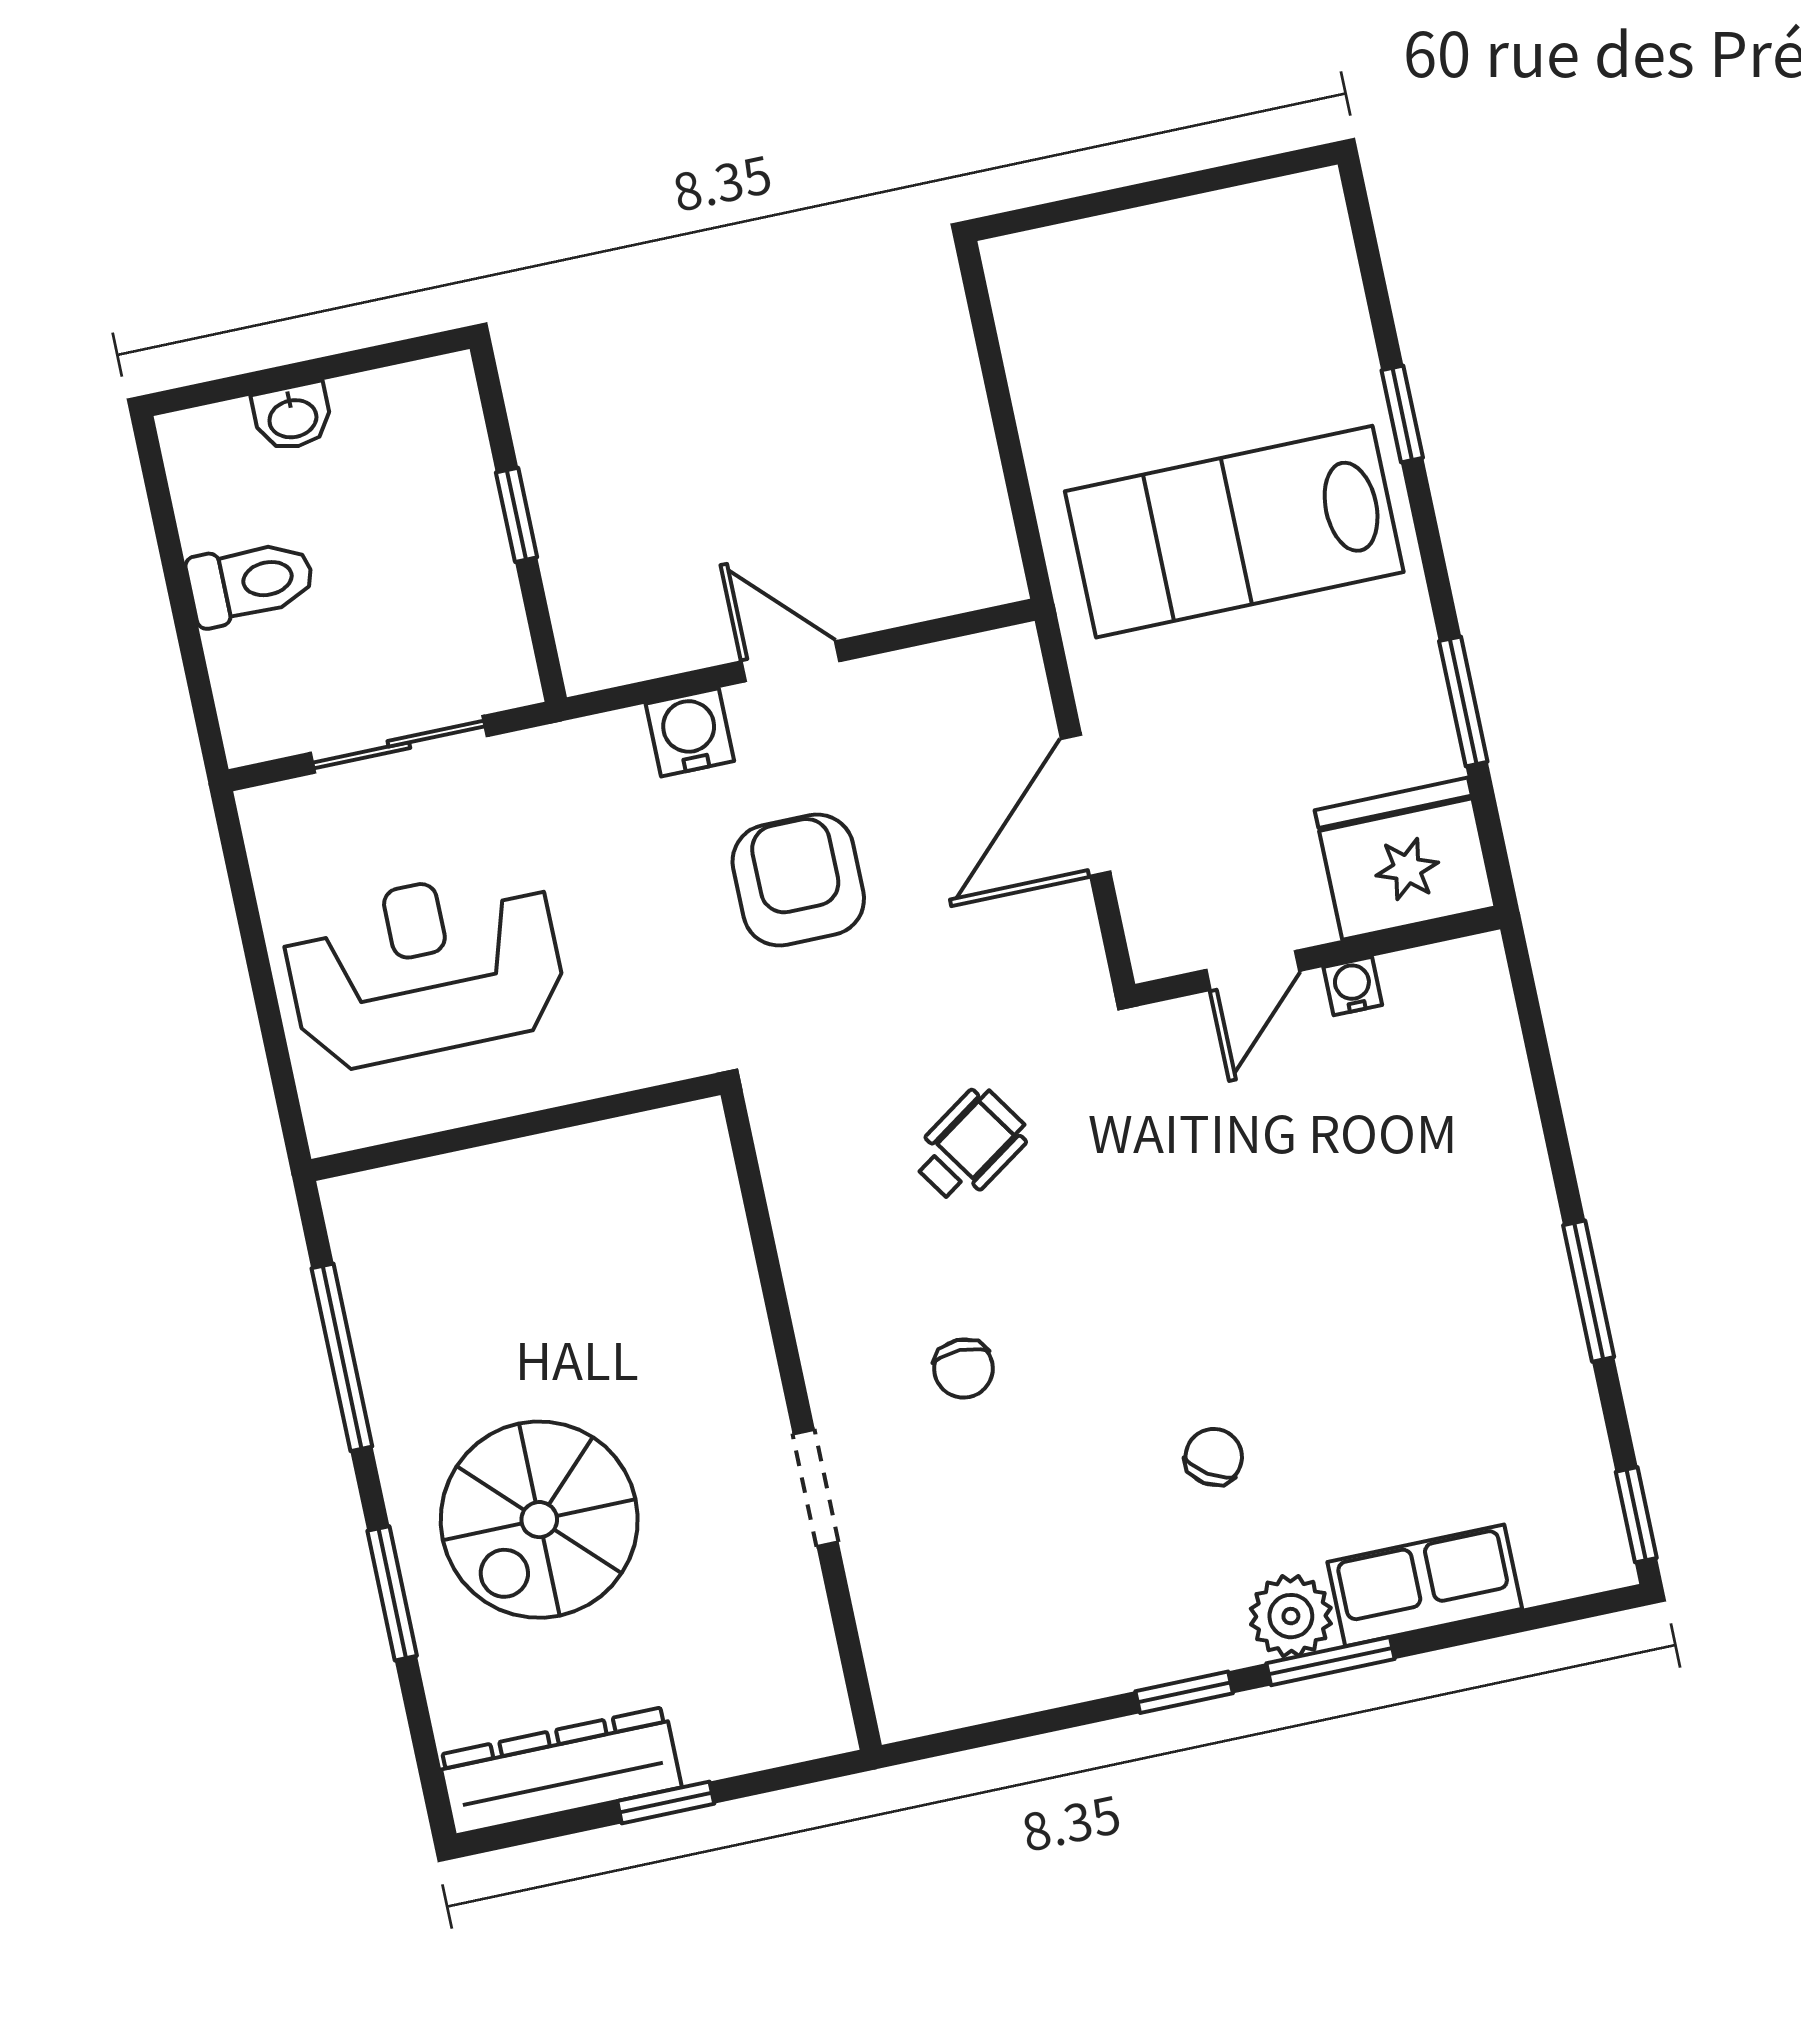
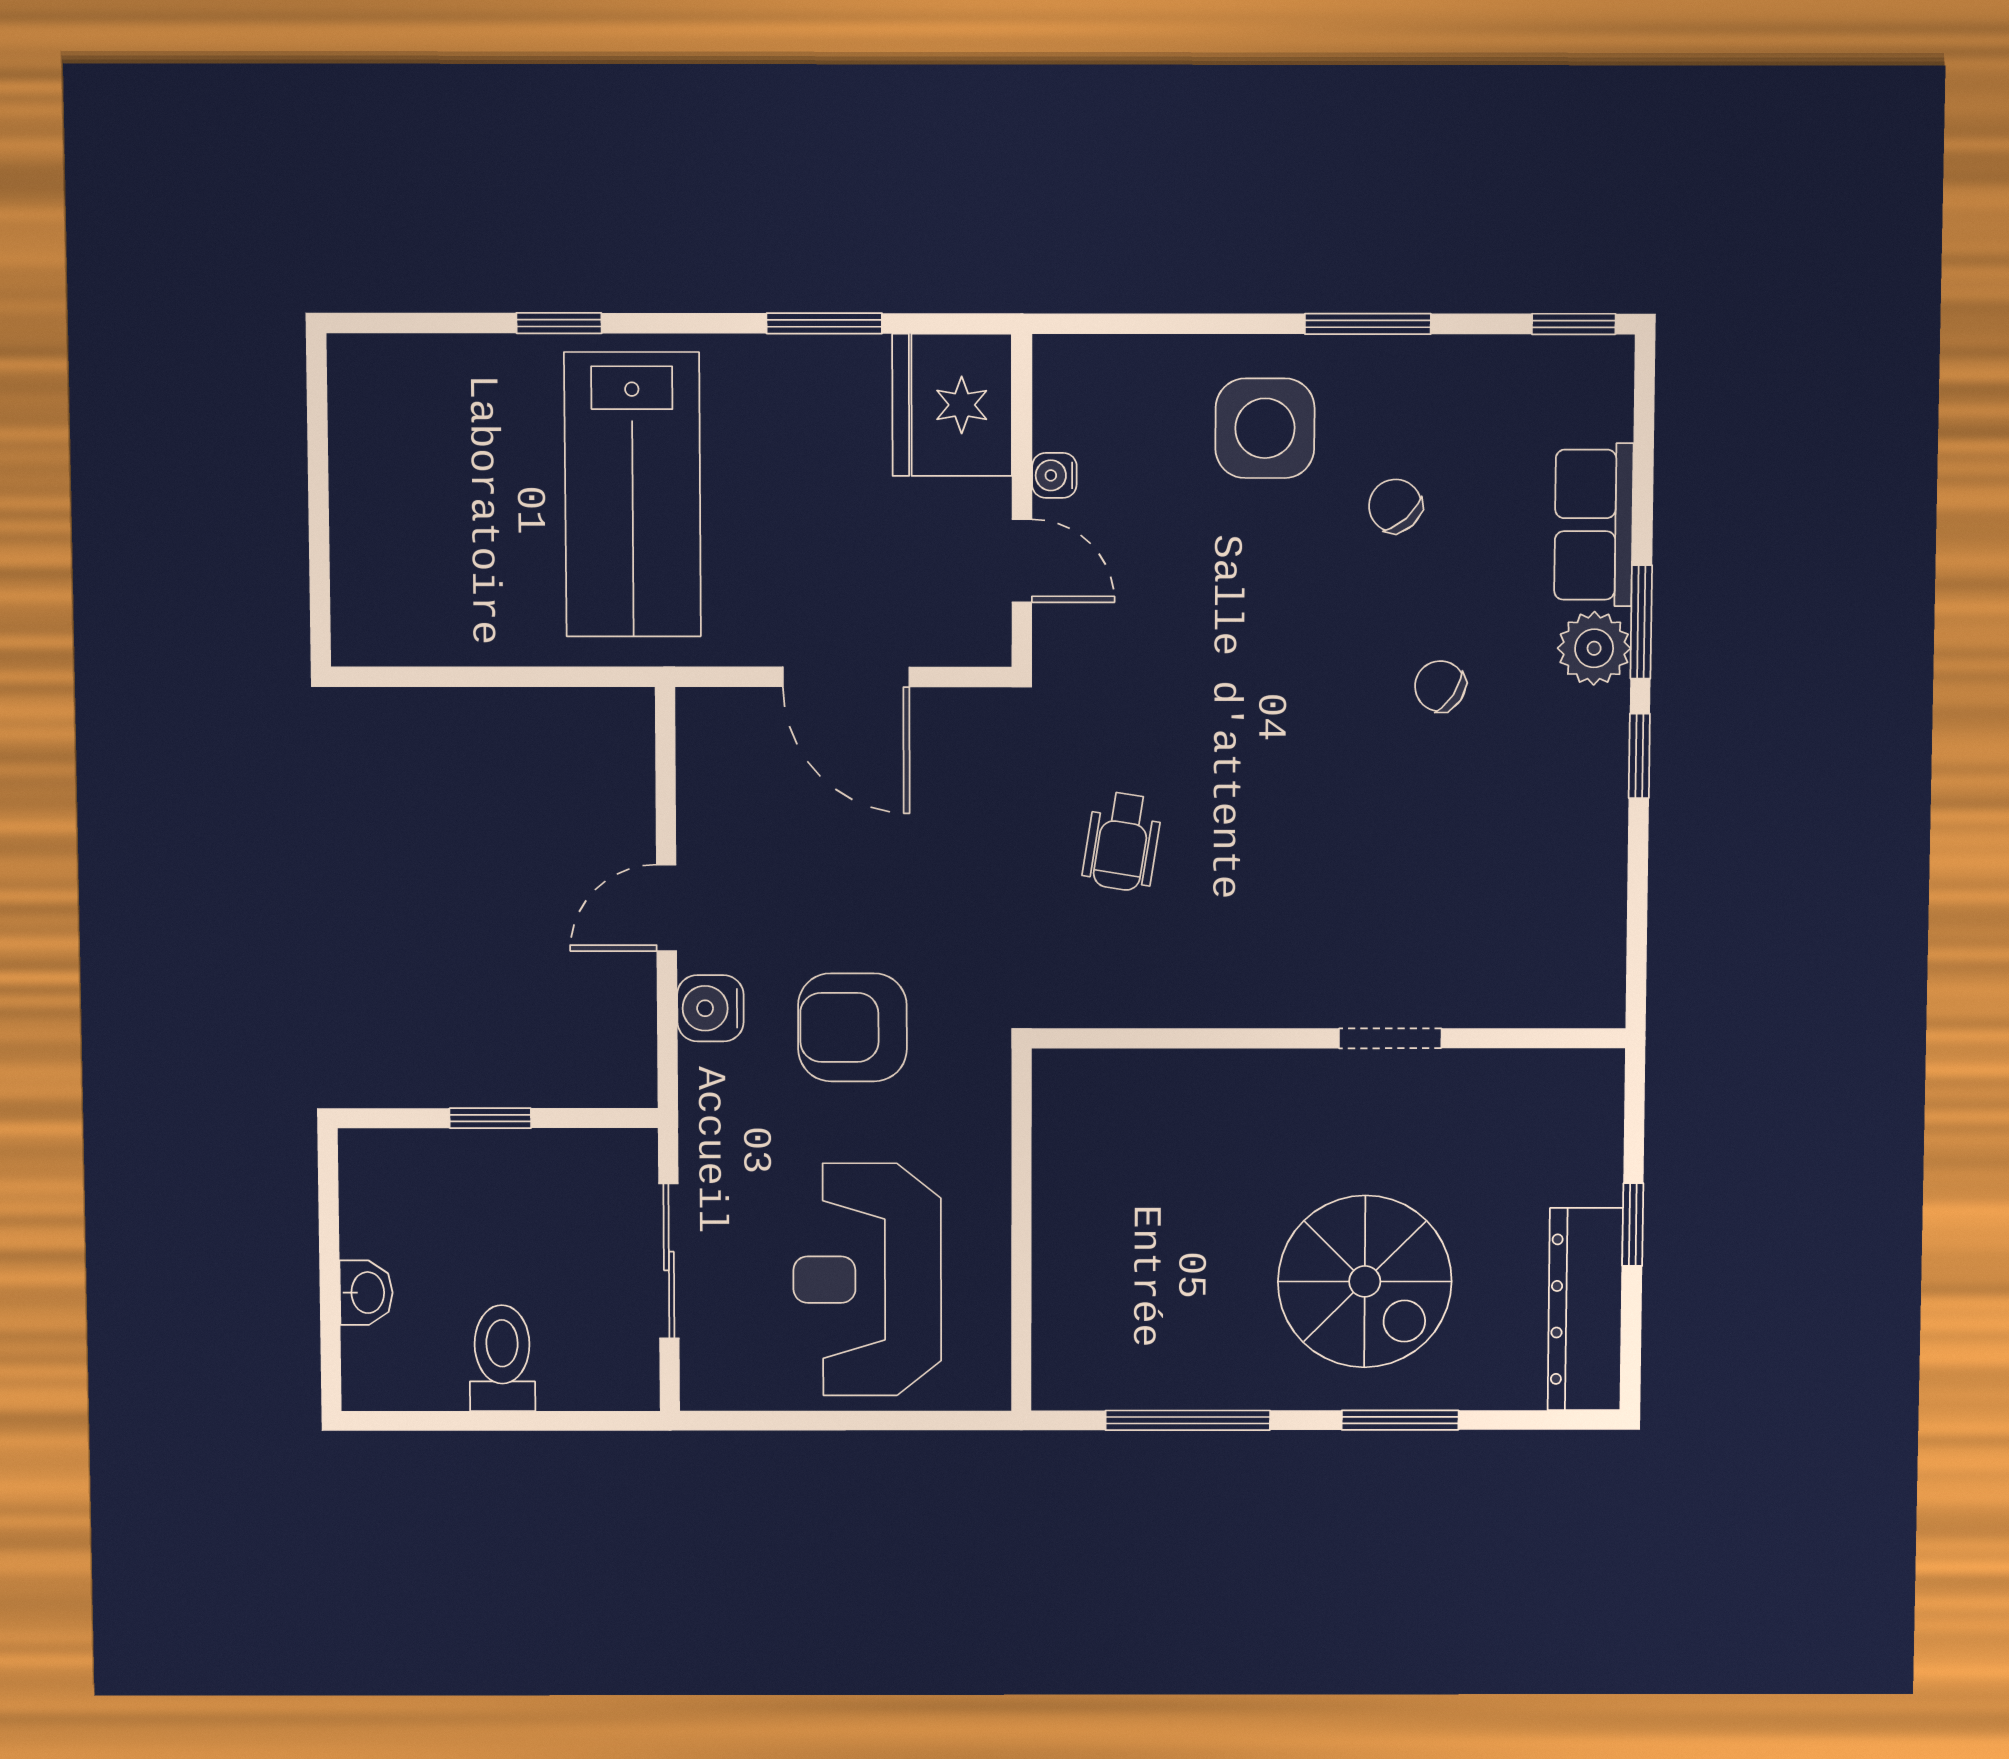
armchair: (798, 880) -> (852, 1027), moved
wheelchair: (970, 1146) -> (1122, 841), turned -137
side table: (1453, 1204) -> (1265, 428), added
chair: (963, 1369) -> (1395, 506), moved, turned -132

